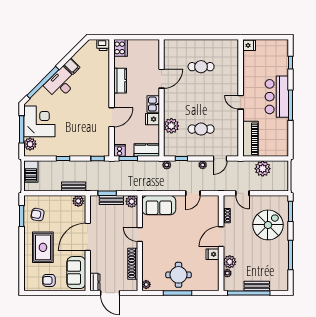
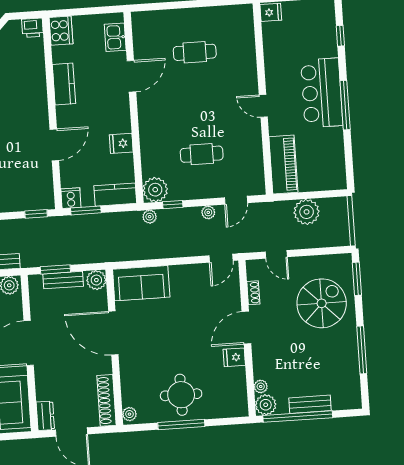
kitchen sink: (153, 104) -> (115, 37), moved
plant: (171, 126) -> (155, 190), moved
door: (193, 193) -> (221, 258), moved
door: (140, 234) -> (113, 333), width x1.88
plant: (230, 262) -> (266, 405), moved
shoe rack: (133, 264) -> (106, 400), moved

